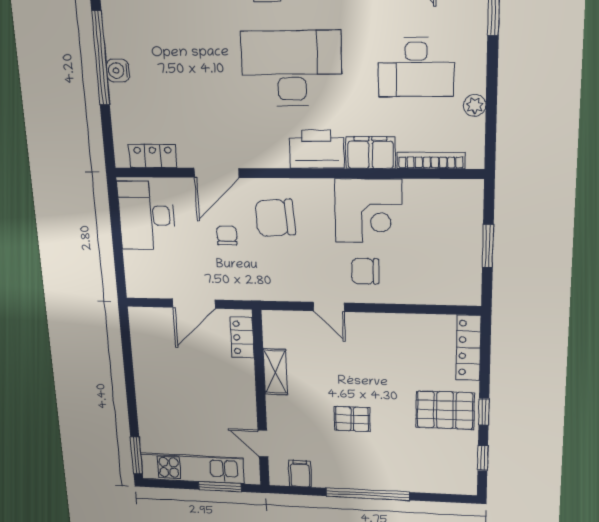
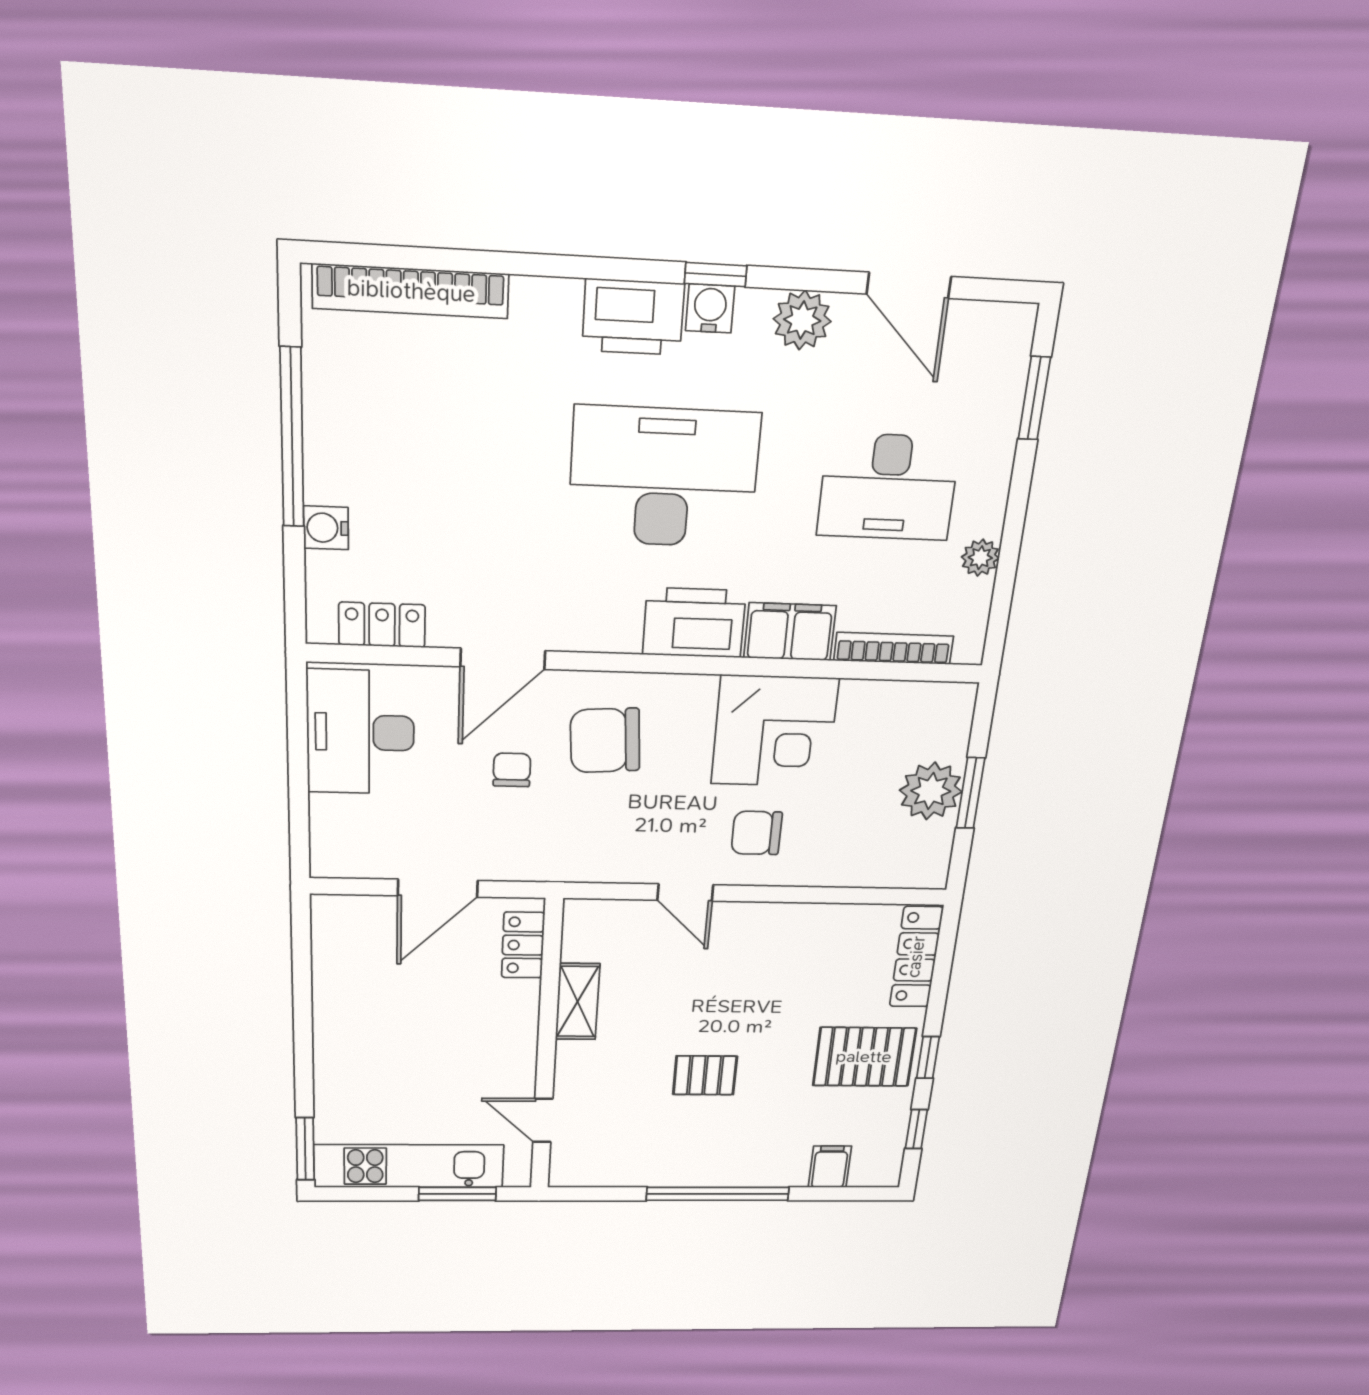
water cooler: (118, 71) -> (326, 528), moved
plant: (464, 245) -> (931, 791), added
filing cabinet: (300, 474) -> (830, 1167), moved

